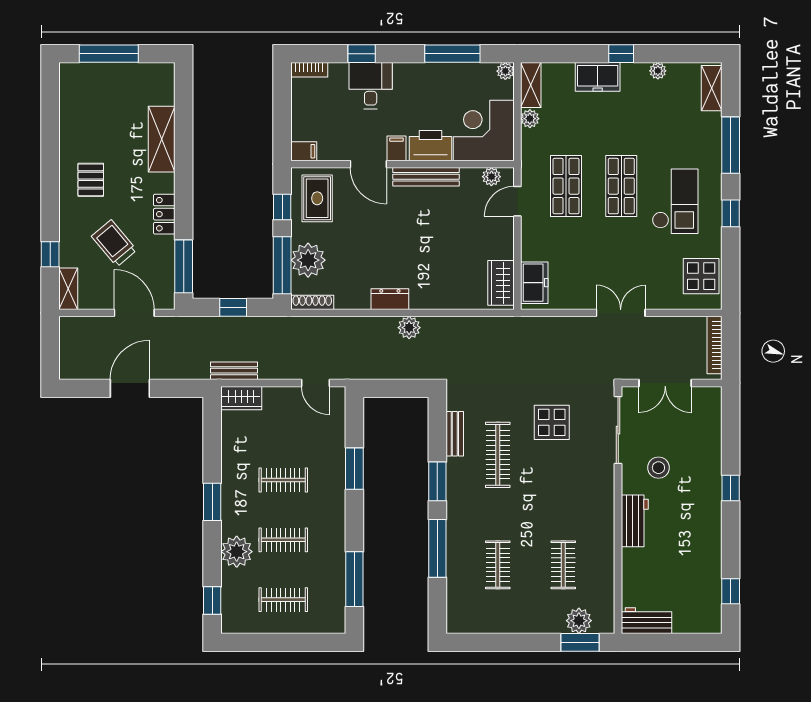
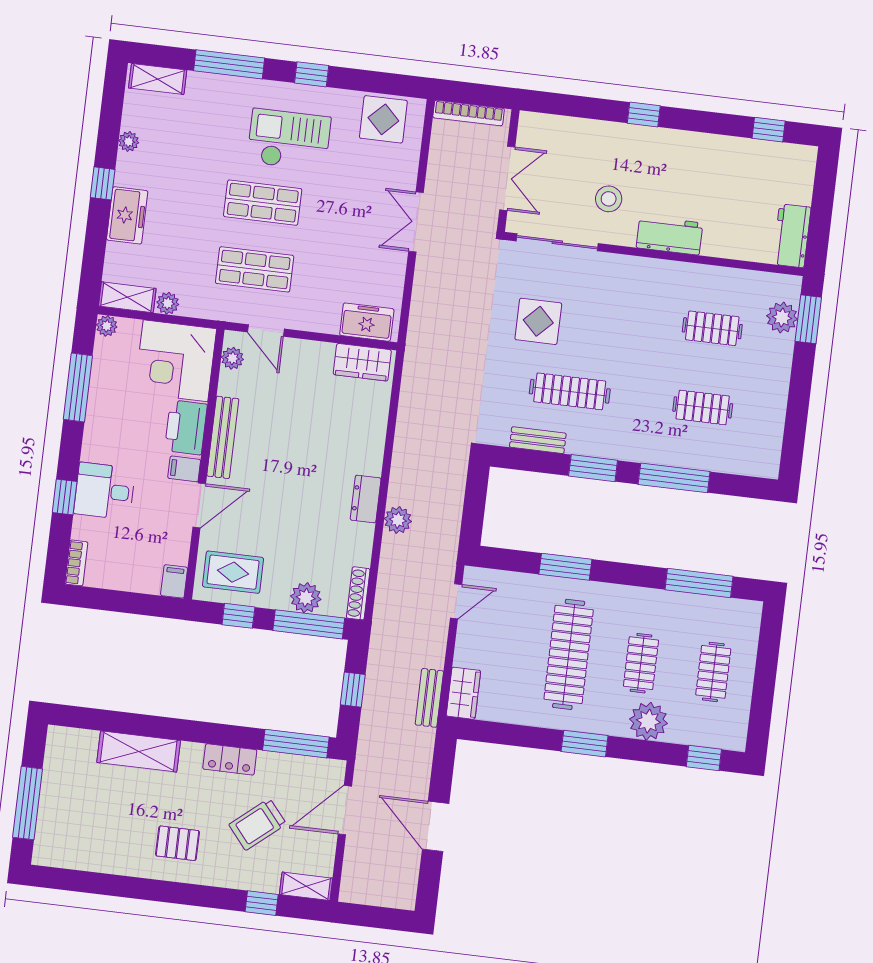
plant: (308, 260) -> (306, 598), width x0.73, depth x0.73
plant: (409, 328) -> (398, 520), moved
clothes rail: (283, 480) -> (569, 654), width x1.86, depth x1.31

